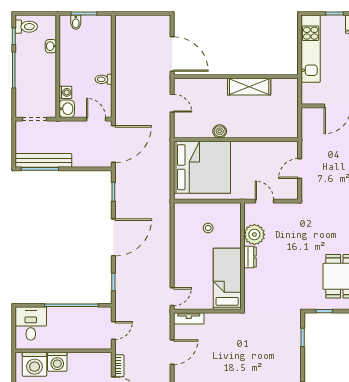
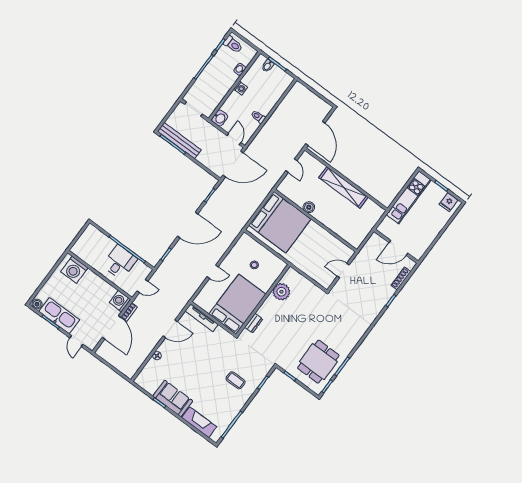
shelving: (249, 87) -> (343, 187), width x1.47
washing machine: (65, 92) -> (241, 88), moved
door: (265, 201) -> (304, 275), removed
dresser: (250, 257) -> (254, 323), moved
bed: (227, 279) -> (237, 304), width x1.50
door: (172, 297) -> (213, 272), moved
tv unit: (189, 318) -> (202, 318), width x1.41
desk: (31, 324) -> (120, 262), moved
coffee table: (274, 355) -> (236, 380), added
washing machine: (57, 362) -> (120, 301), moved, turned 90

